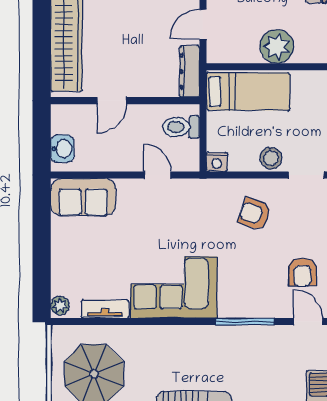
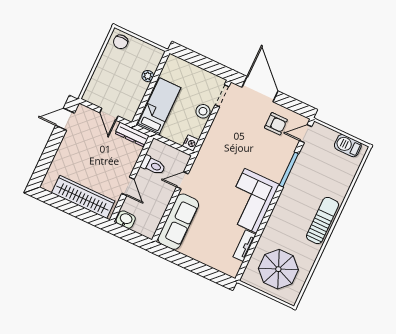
plant: (277, 47) -> (148, 76), width x0.53, depth x0.53
toilet: (181, 127) -> (153, 165), moved, turned -90
washbasin: (62, 149) -> (126, 220), moved
sofa: (83, 197) -> (178, 222), width x1.36
armchair: (255, 214) -> (230, 136), removed
plant: (60, 306) -> (231, 270), removed

